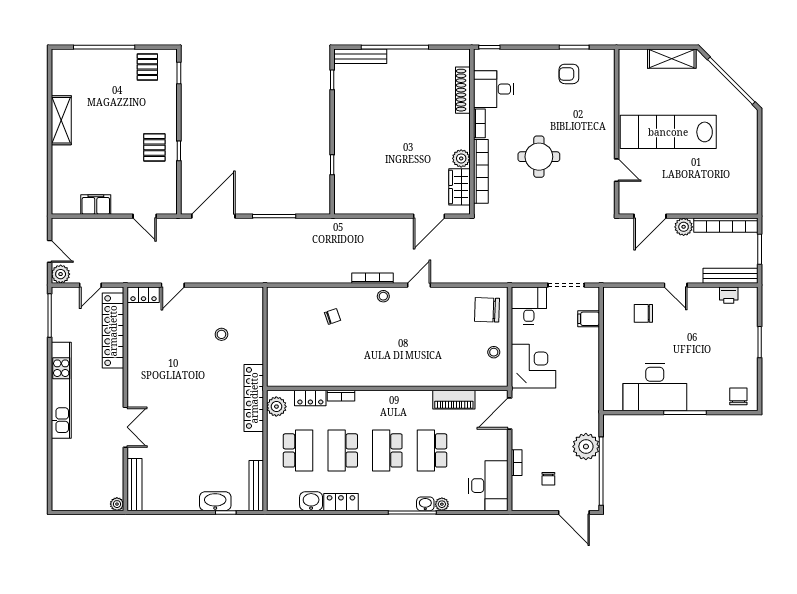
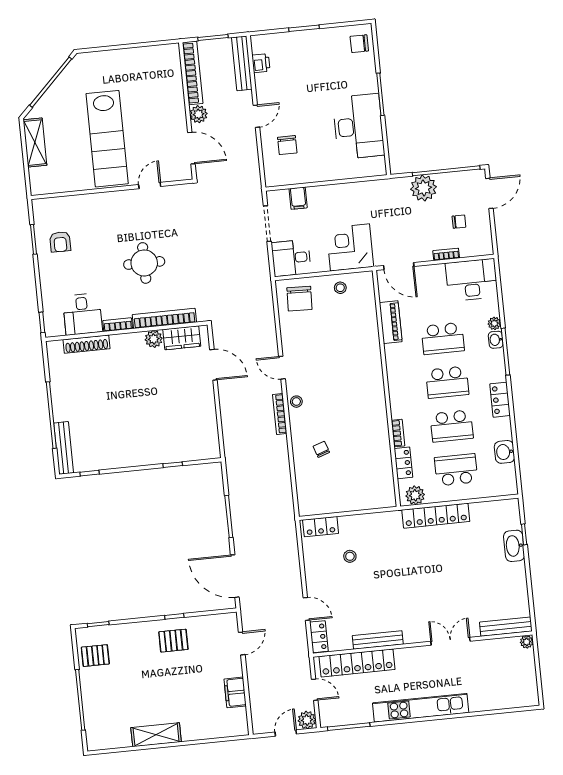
locker: (254, 308) -> (321, 527), added
locker: (254, 398) -> (436, 516), moved
bench: (256, 486) -> (378, 640), moved
locker: (341, 502) -> (500, 400), moved

